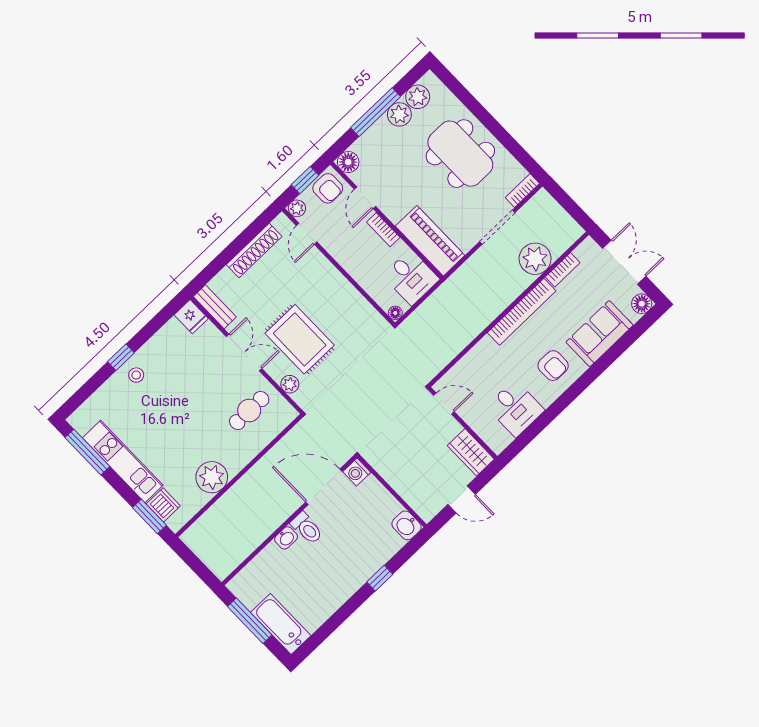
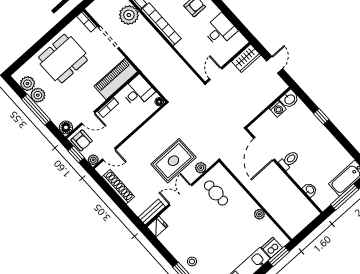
armchair: (328, 188) -> (82, 140), turned 90
washing machine: (357, 472) -> (278, 109), moved
plant: (212, 477) -> (259, 214), width x0.53, depth x0.53
washbasin: (286, 538) -> (310, 190), moved

